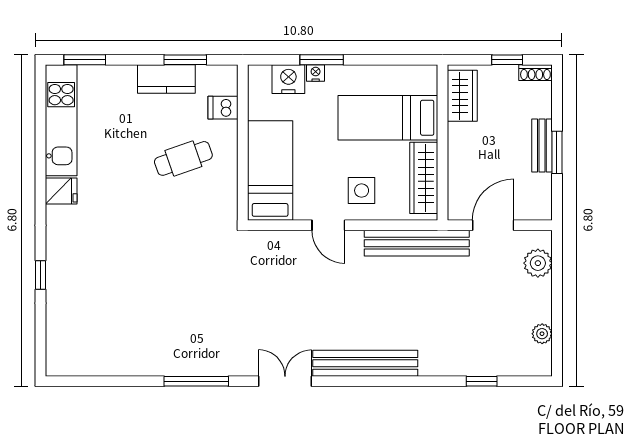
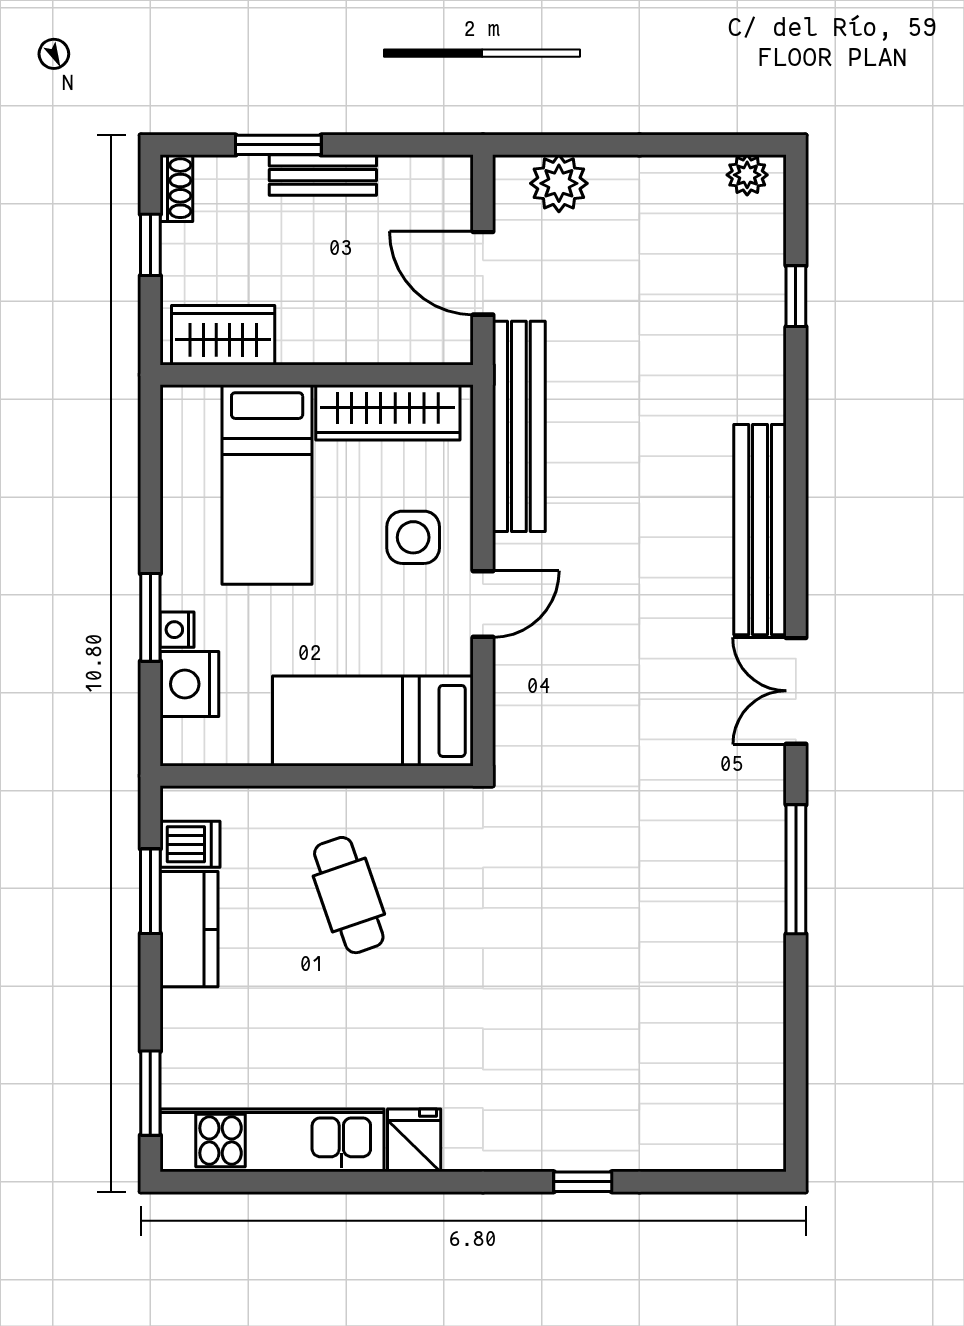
dishwasher: (223, 108) -> (190, 844), moved, turned -90
window: (557, 152) -> (278, 145), moved
plant: (542, 334) -> (747, 175), moved

